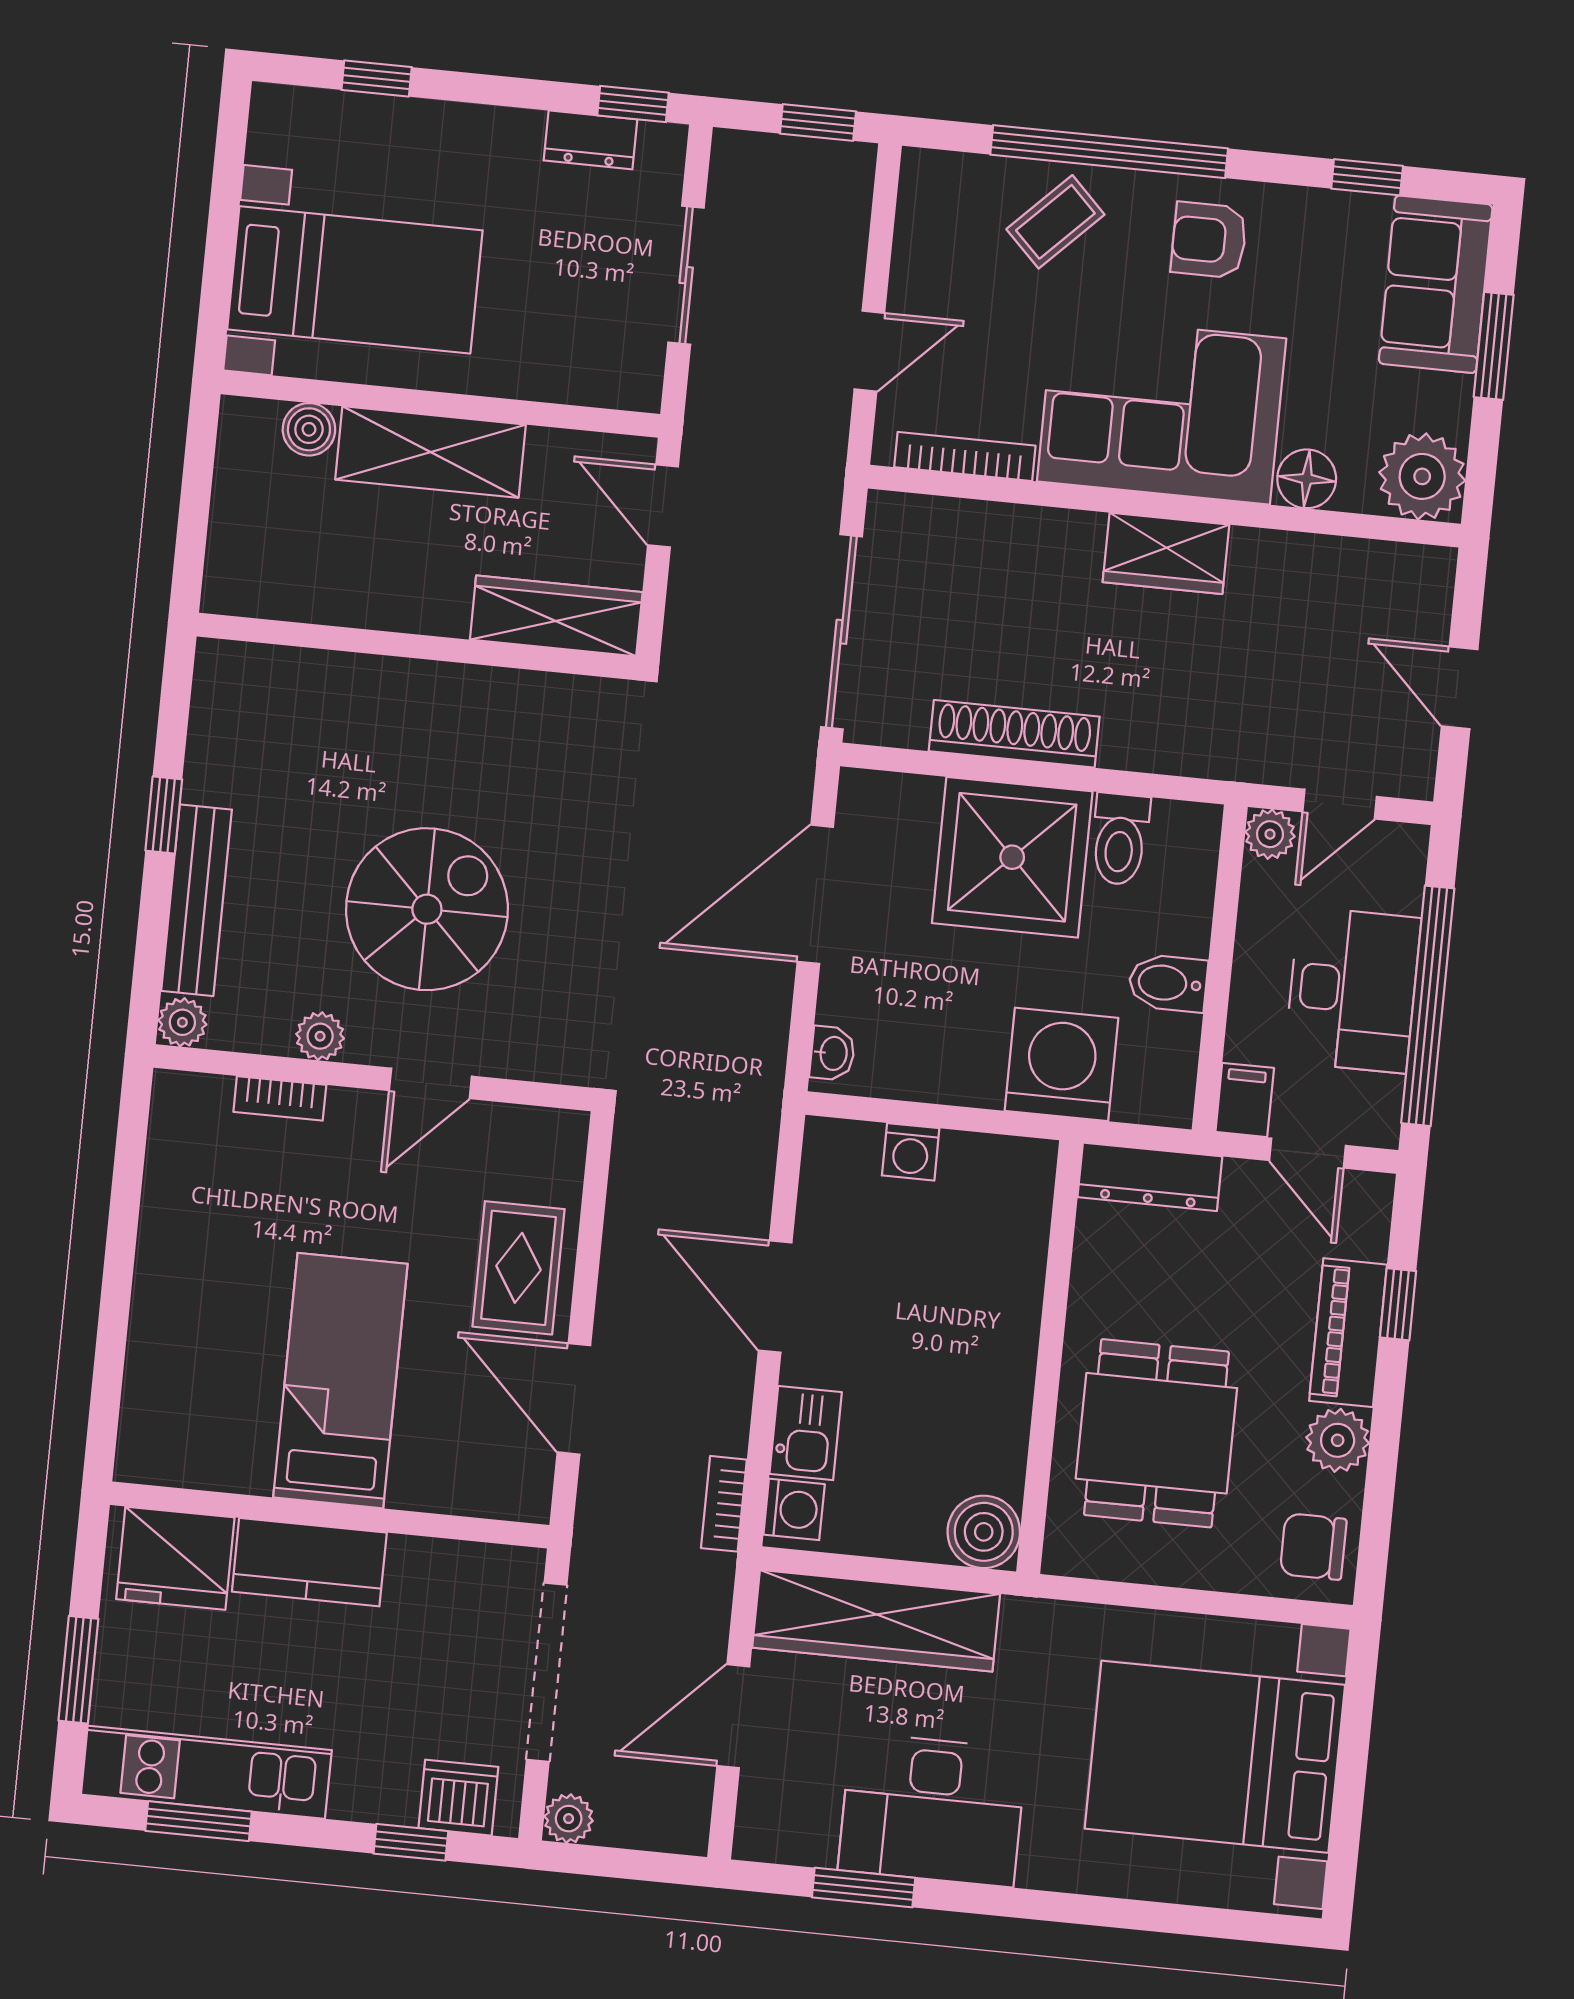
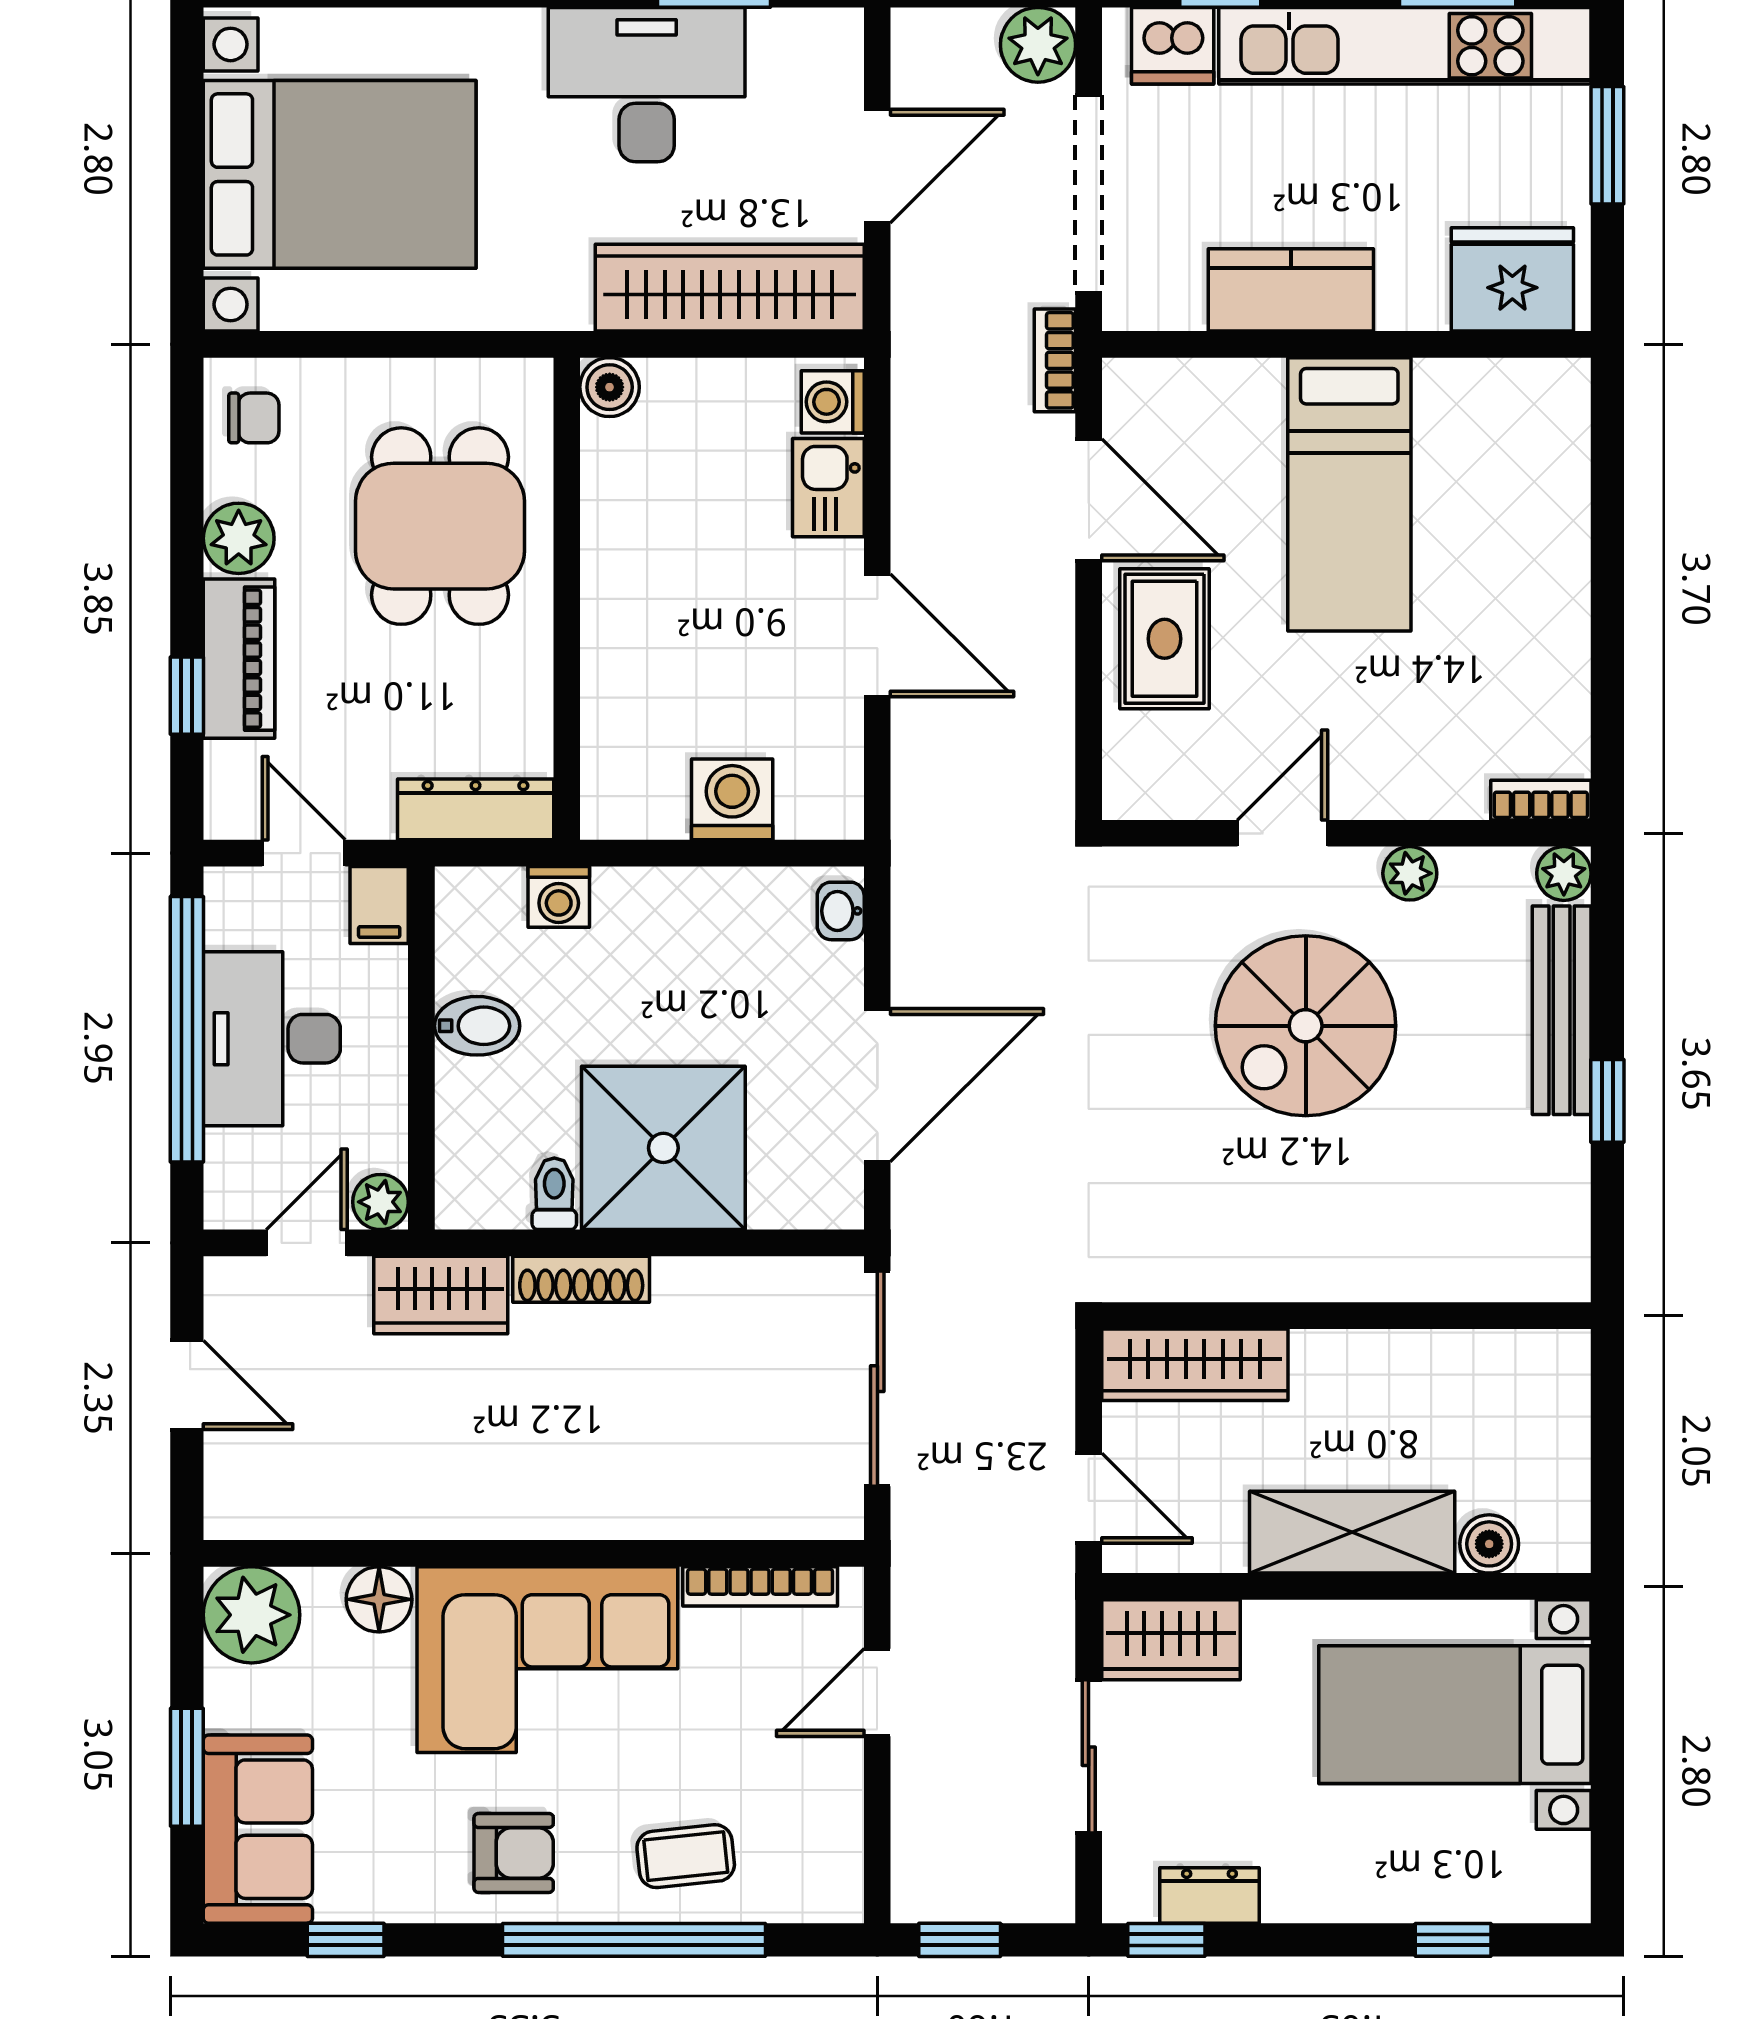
coffee table: (1055, 222) -> (686, 1856), turned 39
wardrobe: (602, 372) -> (1171, 1640), added
wardrobe: (1166, 553) -> (441, 1295), moved, turned 180
shoe rack: (1014, 734) -> (581, 1279), moved, width x0.74, depth x0.81
toilet: (1120, 839) -> (554, 1194), width x0.73, depth x0.72
washing machine: (1061, 1064) -> (559, 897), width x0.53, depth x0.53
bookcase: (280, 1098) -> (1541, 800), moved
washing machine: (911, 1152) -> (732, 799), width x1.38, depth x1.38
bookcase: (724, 1504) -> (1055, 360), moved, turned 180
boiler: (984, 1532) -> (610, 387), width x0.73, depth x0.73
chair: (1313, 1547) -> (254, 418), width x0.73, depth x0.73
kitchen counter: (309, 1562) -> (1291, 290), moved
kitchen unit: (206, 1772) -> (1405, 46), width x1.36
plant: (569, 1819) -> (1038, 45), width x1.38, depth x1.38

